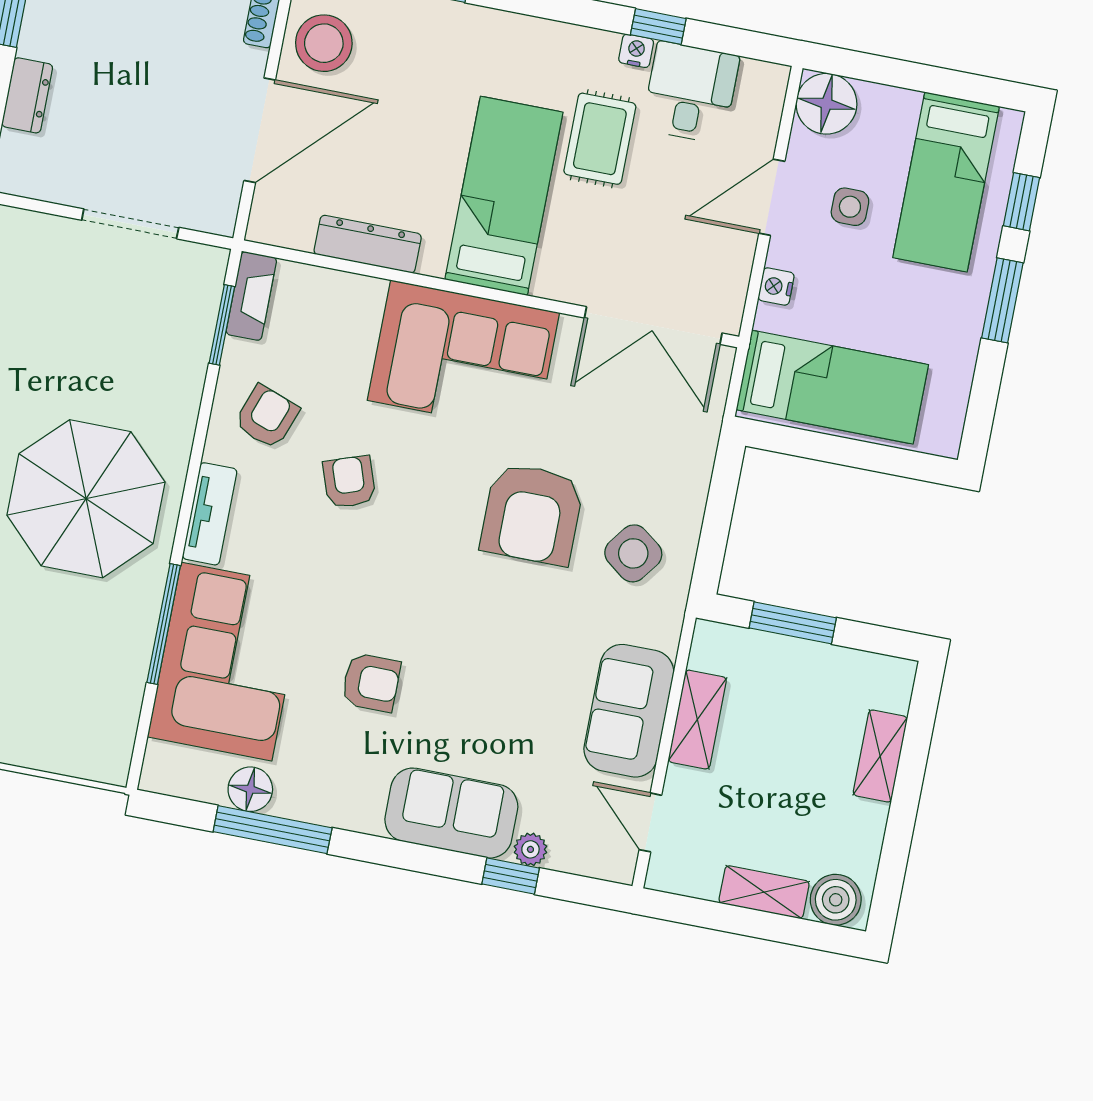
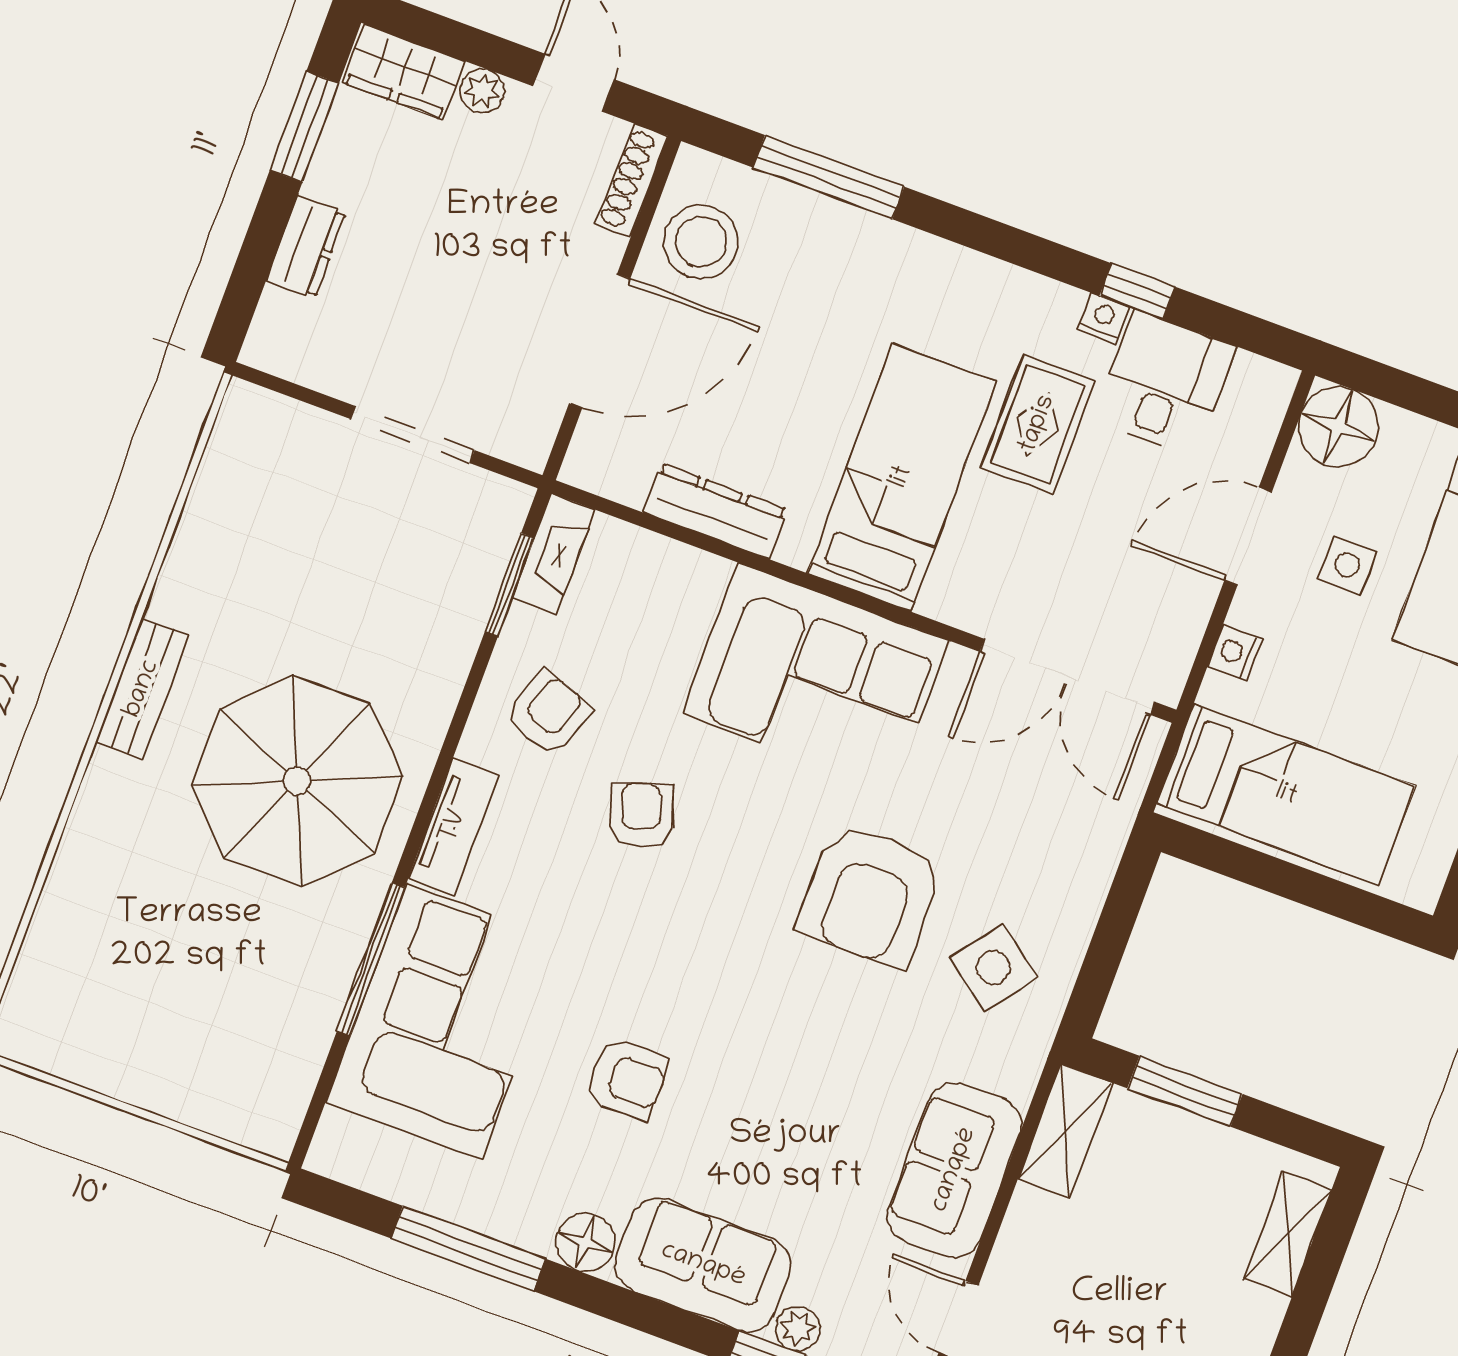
shelving: (697, 720) -> (1065, 1131), moved
shelving: (880, 756) -> (1288, 1234), moved
floor lamp: (250, 789) -> (585, 1242), moved

